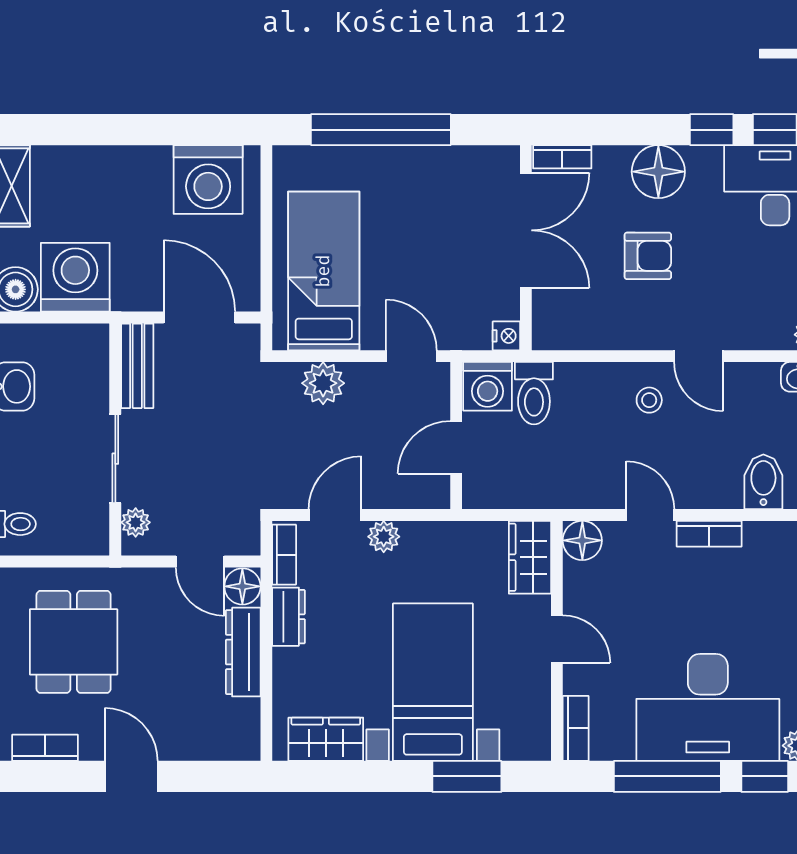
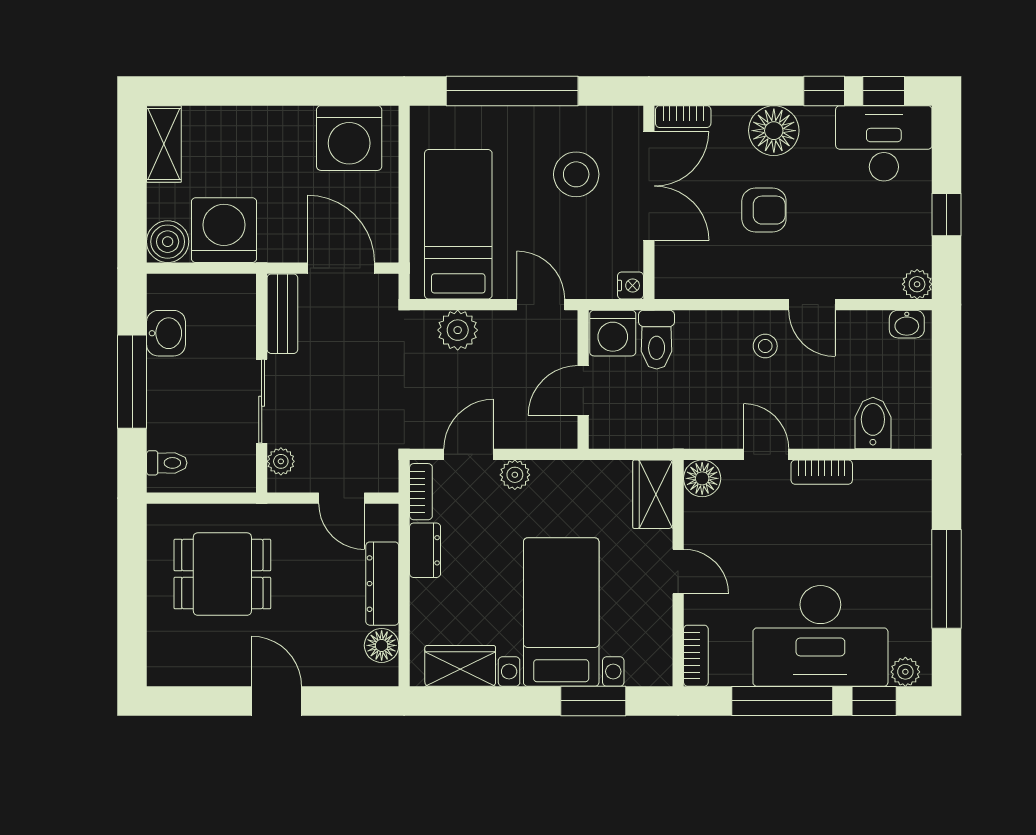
stool: (449, 218) -> (576, 174), added
floor lamp: (242, 586) -> (382, 645), moved
dining table: (74, 642) -> (222, 574), turned 90
bookcase: (45, 748) -> (195, 674), removed

